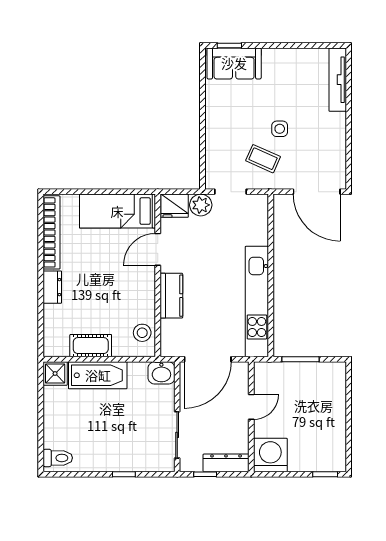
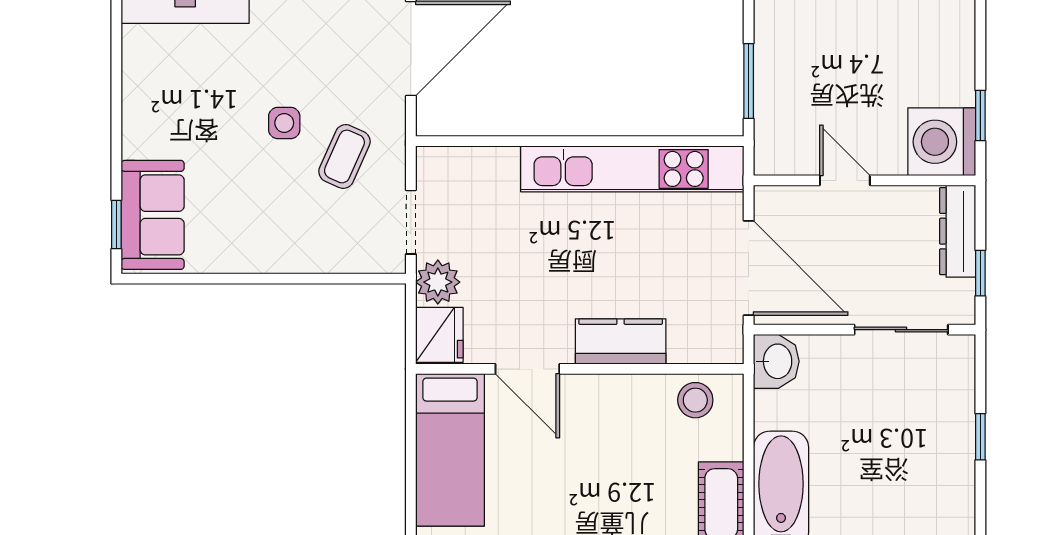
window: (325, 474) -> (980, 116), moved

